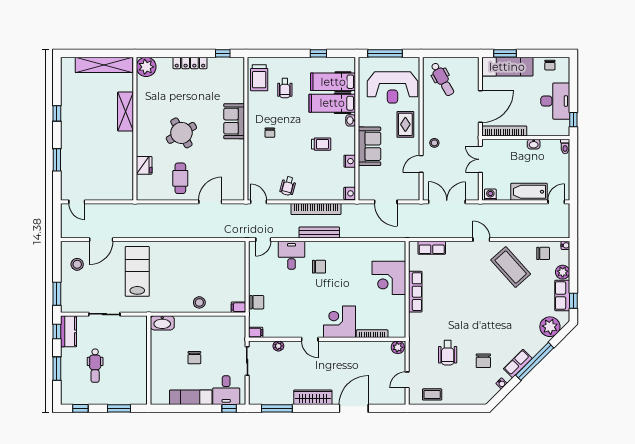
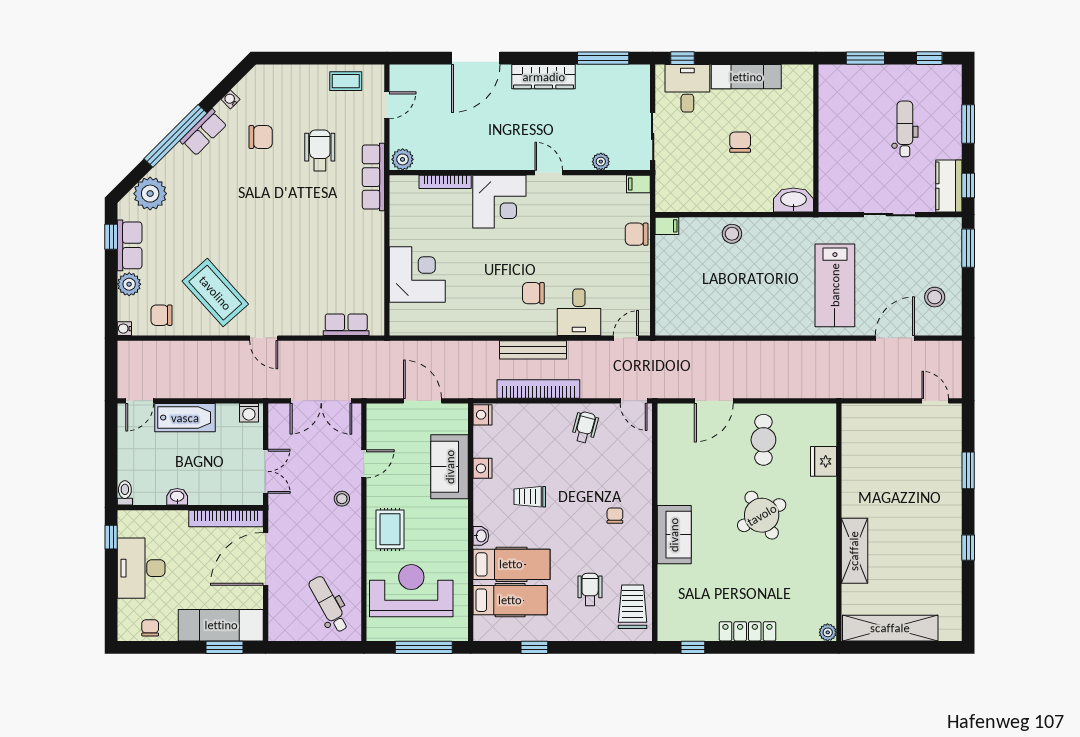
plant: (146, 67) -> (828, 632), width x0.53, depth x0.53
sofa: (370, 146) -> (450, 467), moved
row of seats: (415, 292) -> (373, 177), moved
chair: (483, 361) -> (261, 137), turned 90

